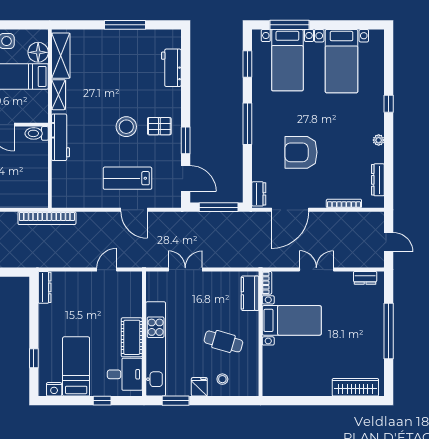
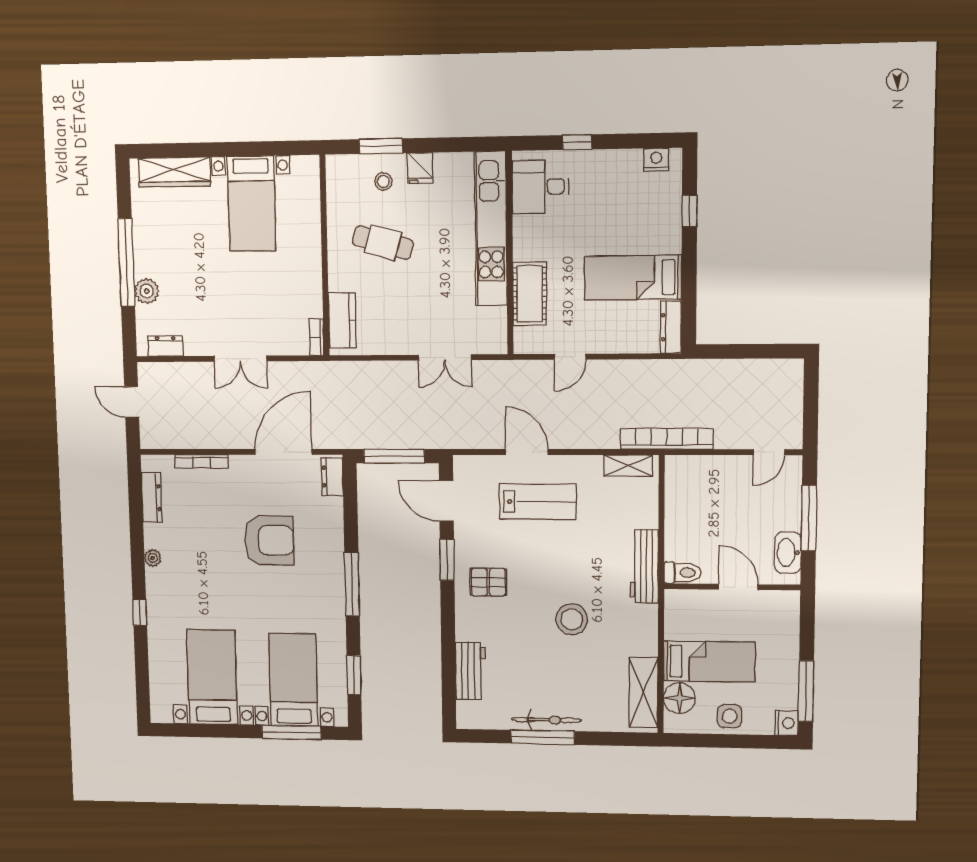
bicycle: (123, 36) -> (546, 720), added
shelving: (59, 95) -> (628, 466), moved, turned 90
stool: (126, 127) -> (572, 619), moved
plant: (376, 313) -> (147, 291), added
bed with nightstands: (292, 320) -> (252, 204), moved, turned -90
cot: (132, 337) -> (530, 294), moved
bed: (76, 366) -> (633, 278), moved, turned 90
window: (176, 401) -> (381, 146), moved

